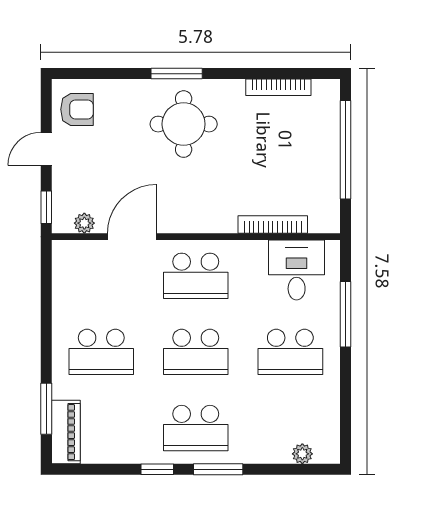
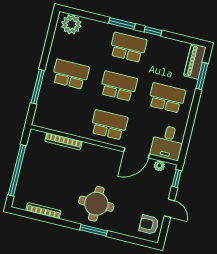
door: (46, 149) -> (169, 208), hinge flipped
desk: (297, 270) -> (168, 142), moved
plant: (302, 454) -> (71, 24), width x1.88, depth x1.88

